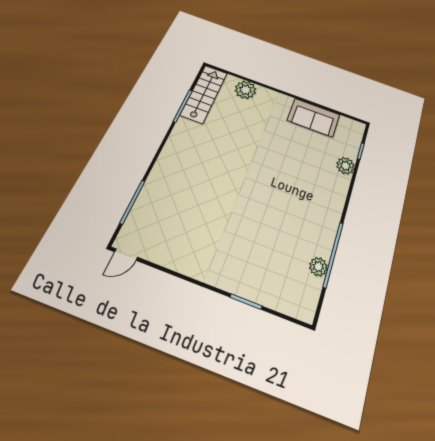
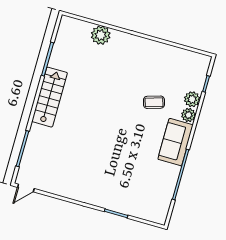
stairs: (204, 94) -> (50, 97), moved
sofa: (314, 117) -> (175, 142), moved, turned 90
coffee table: (302, 164) -> (154, 102), added
plant: (318, 267) -> (189, 115), moved

